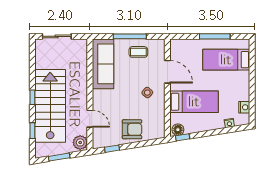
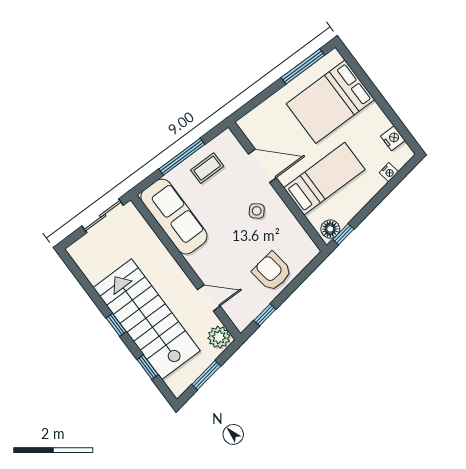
sliding door: (57, 36) -> (103, 216), moved
window: (215, 36) -> (303, 66), moved
bed: (226, 60) -> (330, 102), width x1.50
armchair: (132, 129) -> (272, 272), turned -98

